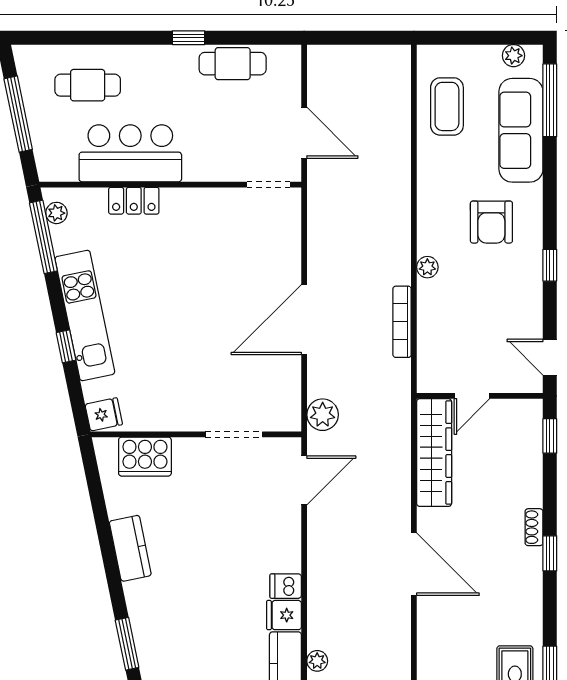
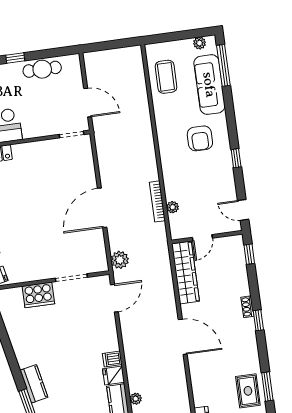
plant: (427, 267) -> (173, 207), moved
cooker: (145, 457) -> (38, 295), moved
kitchen counter: (130, 548) -> (34, 384), moved

